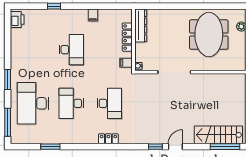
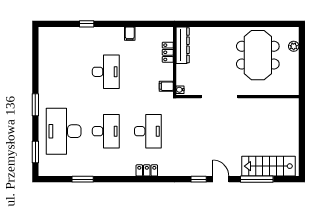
printer: (17, 19) -> (46, 38), removed
locker: (127, 37) -> (168, 52), width x0.66
desk: (71, 103) -> (106, 131), turned 180
window: (8, 122) -> (35, 152), width x0.69
door: (175, 147) -> (221, 179), hinge flipped
window: (225, 147) -> (257, 179), moved

